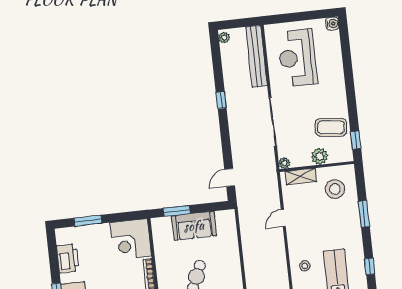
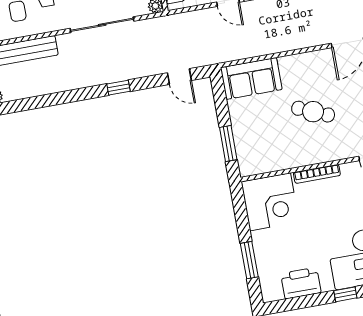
window: (221, 100) -> (119, 88), moved
sofa: (194, 226) -> (251, 78), moved, turned 90

